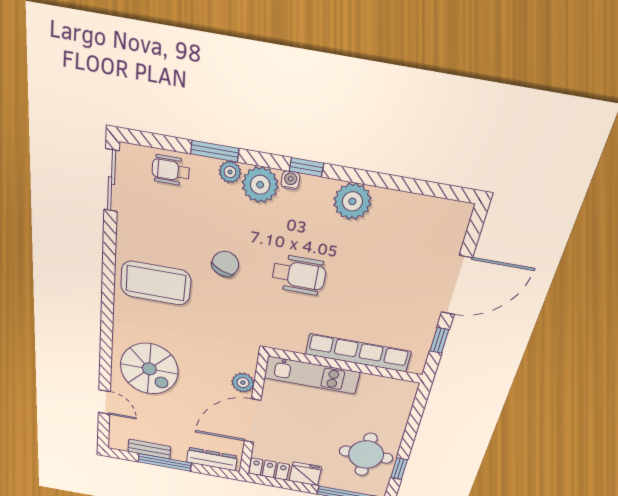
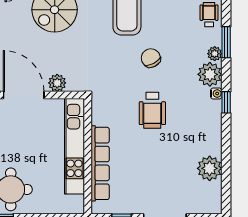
plant: (352, 201) -> (210, 168), moved
chair: (225, 264) -> (151, 58), turned -139
kitchen unit: (312, 375) -> (74, 146), width x1.36

